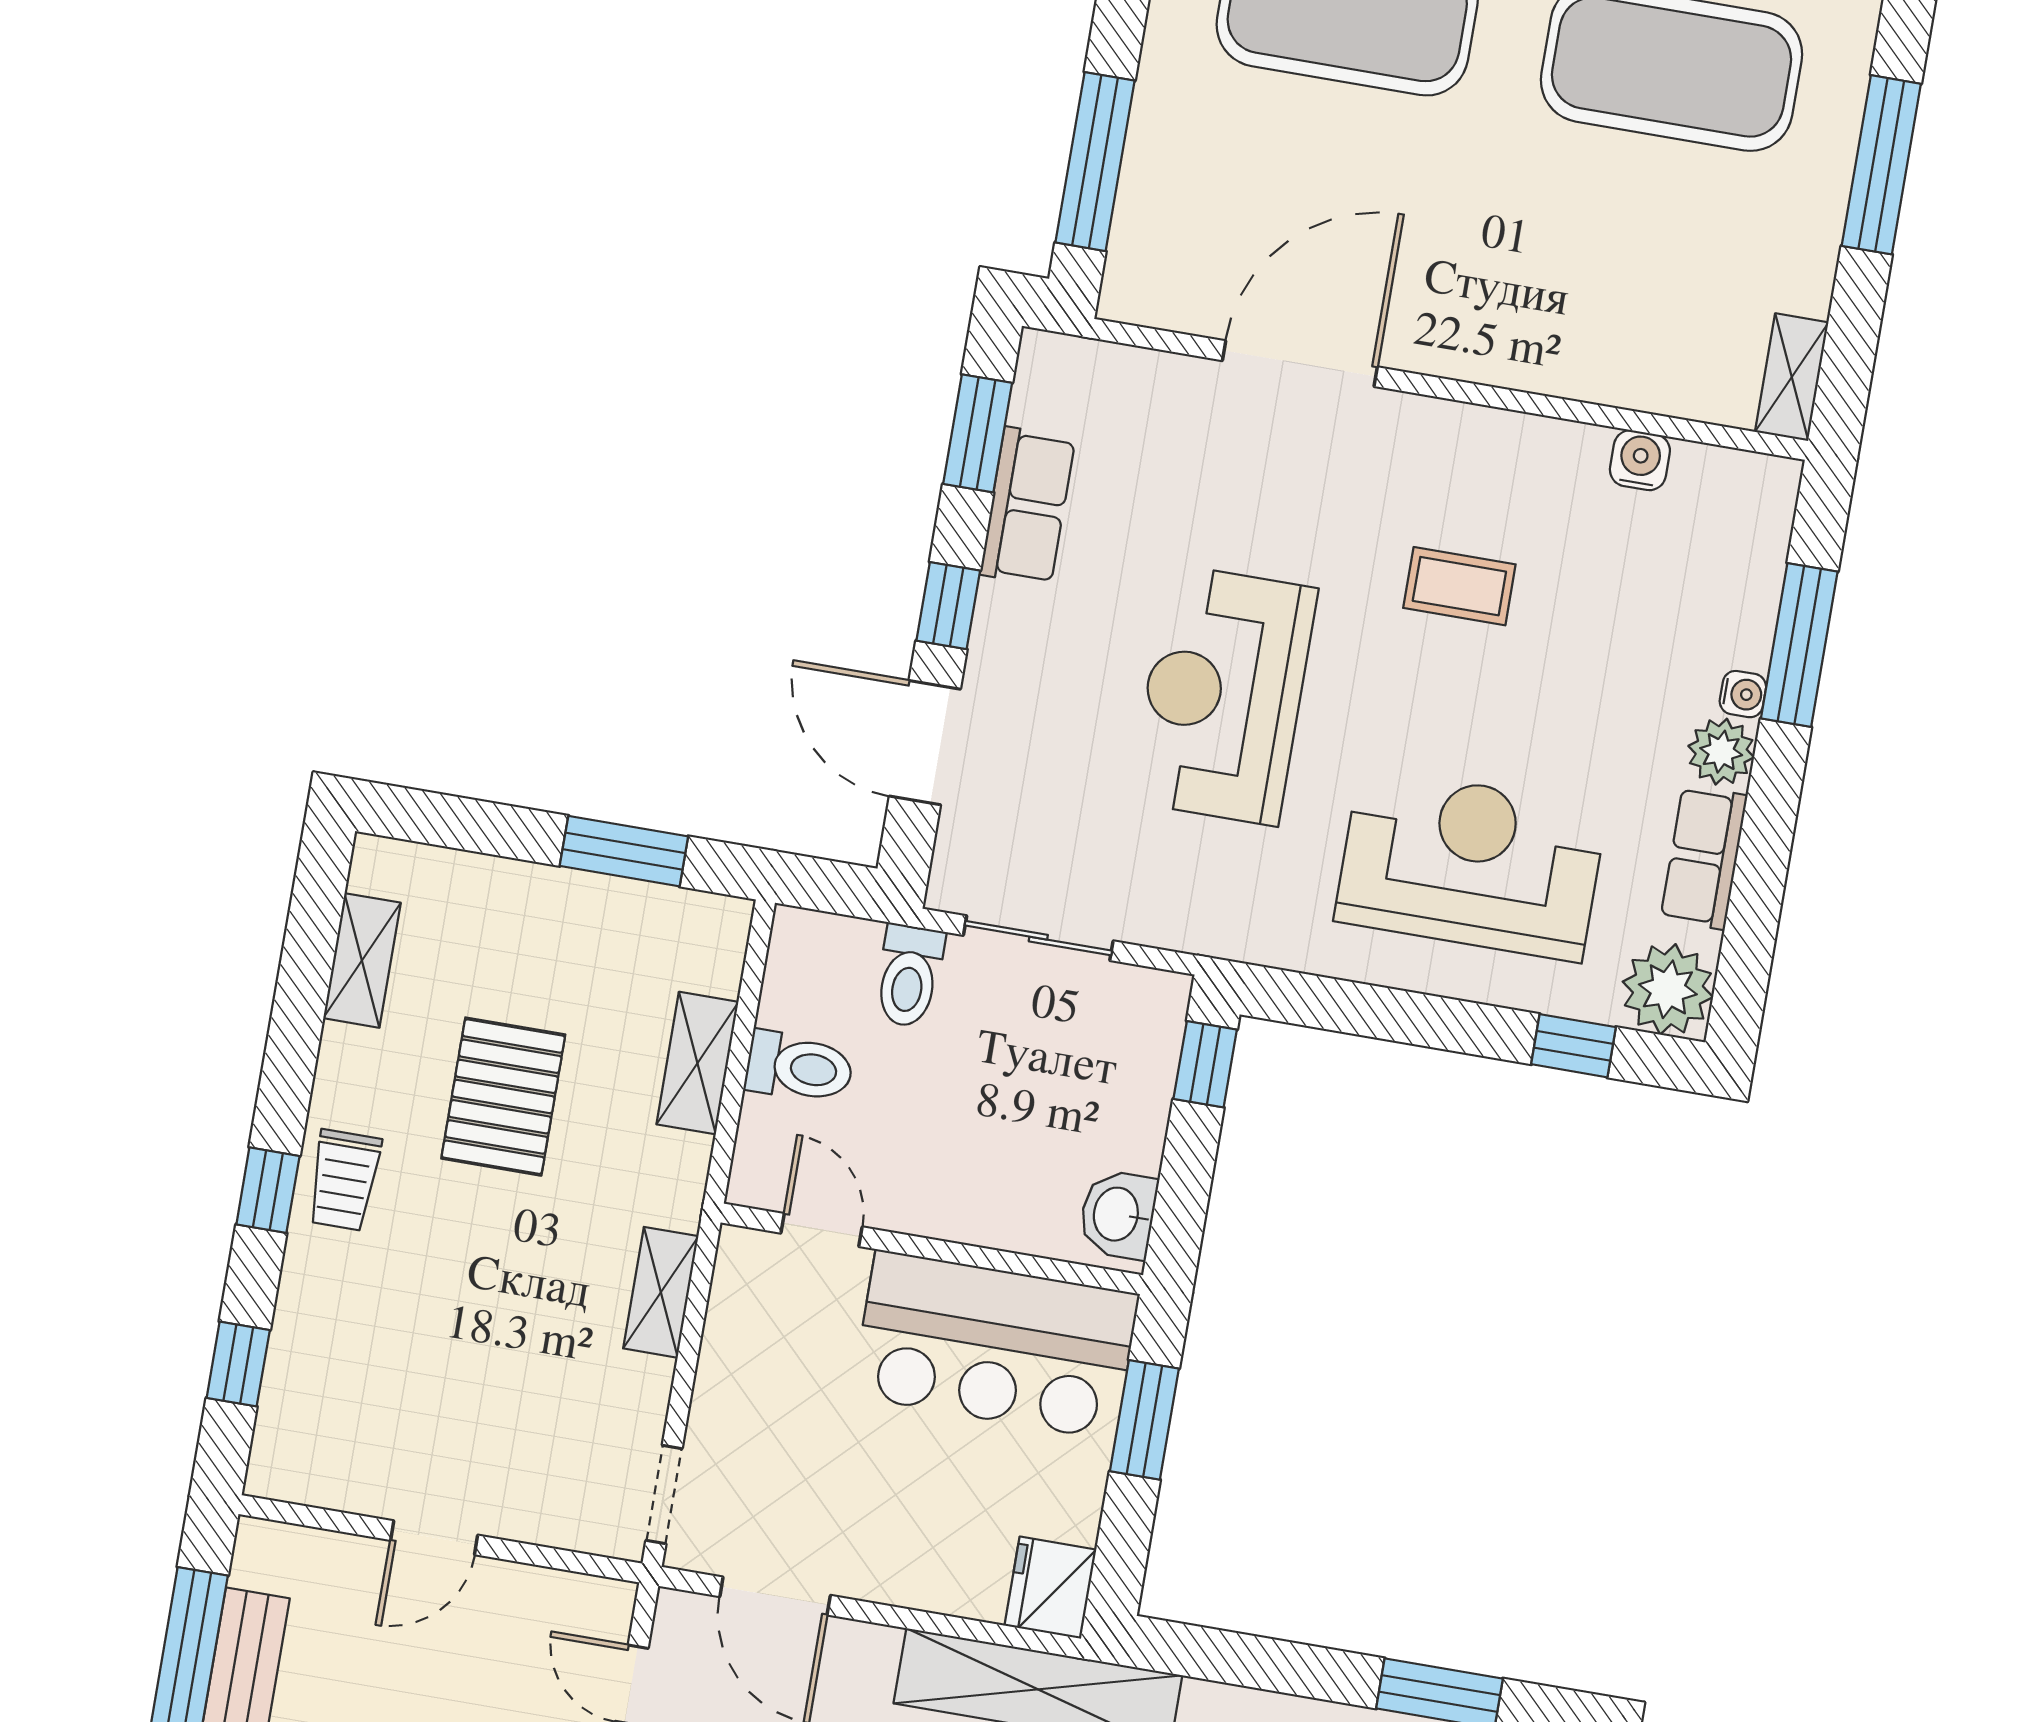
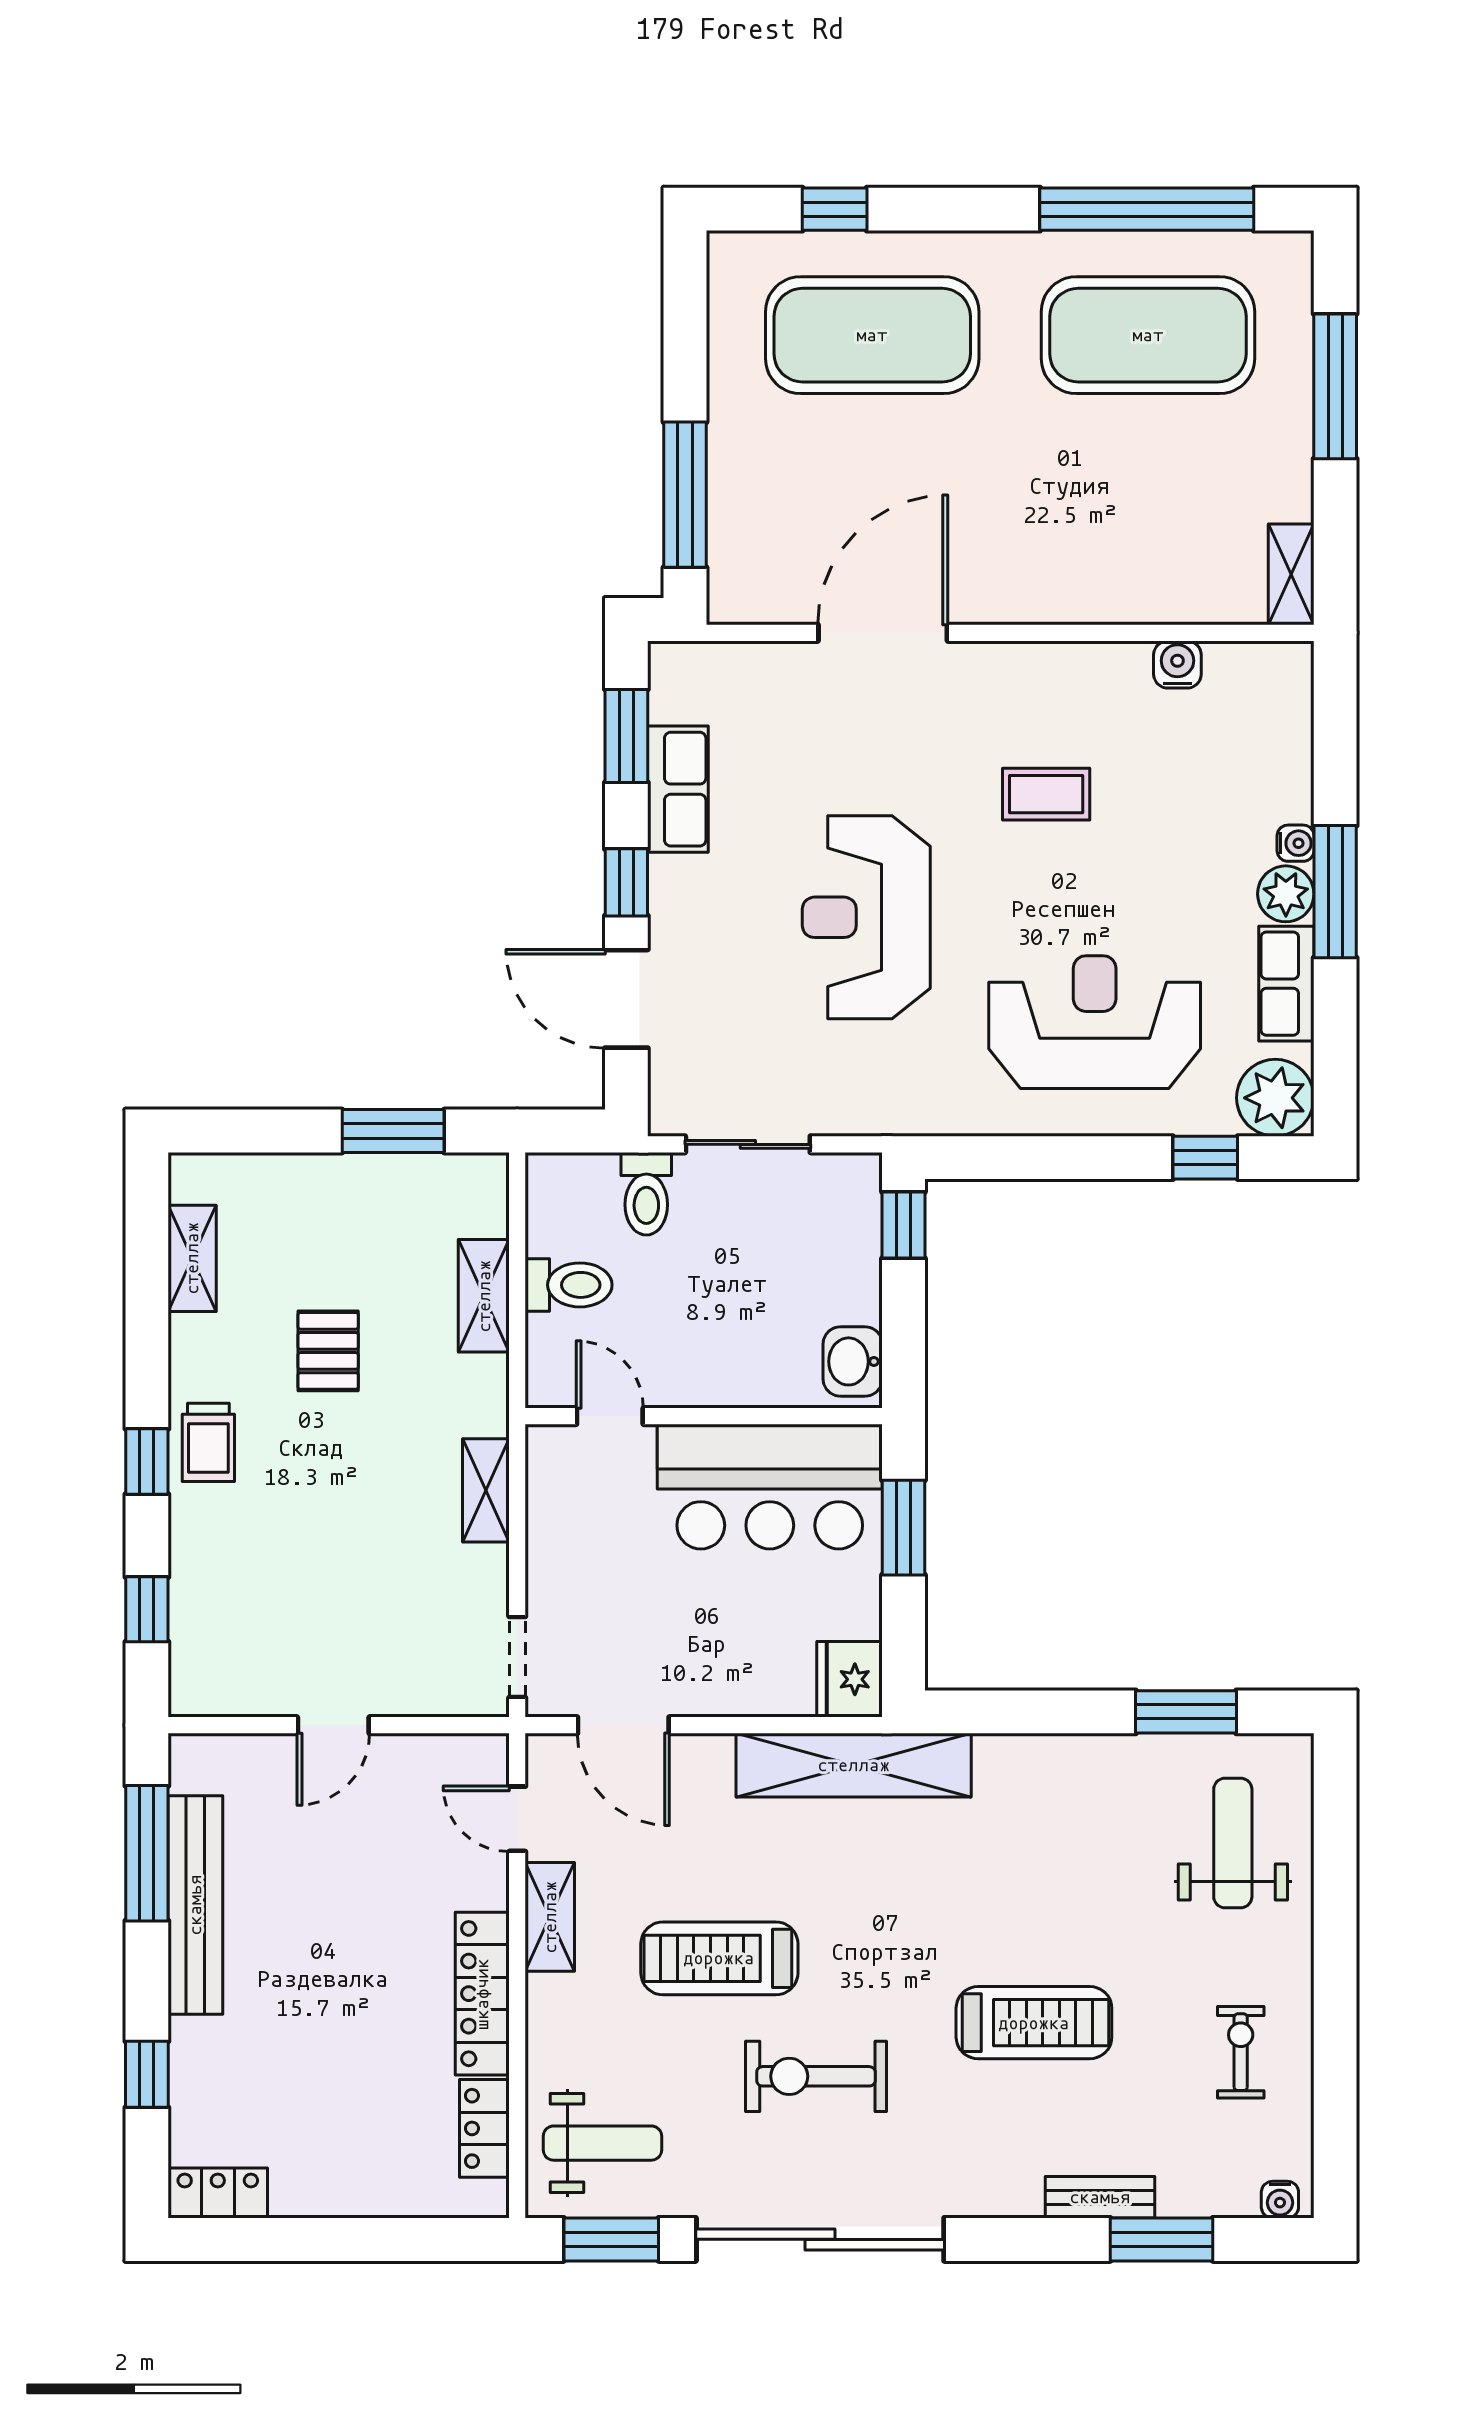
window: (1799, 645) -> (1335, 892), moved
pallet: (503, 1097) -> (328, 1351), width x0.67, depth x0.71

